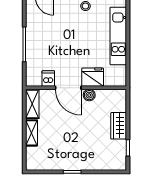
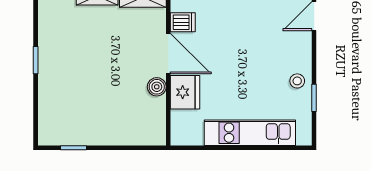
door: (68, 88) -> (168, 54), swing flipped
wardrobe: (119, 126) -> (108, 133), removed

